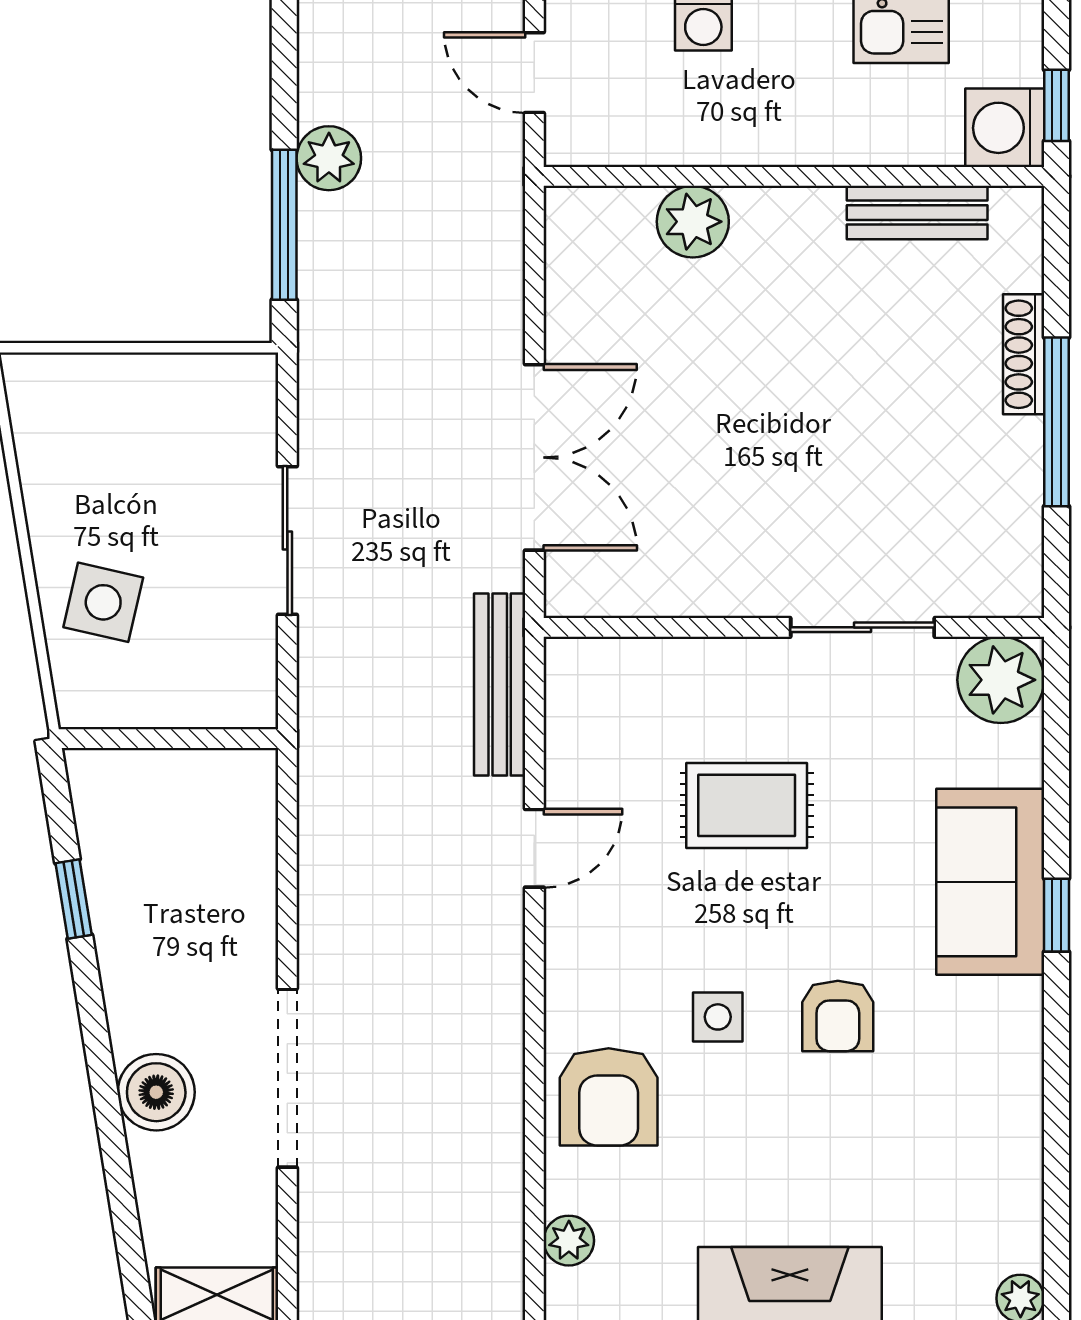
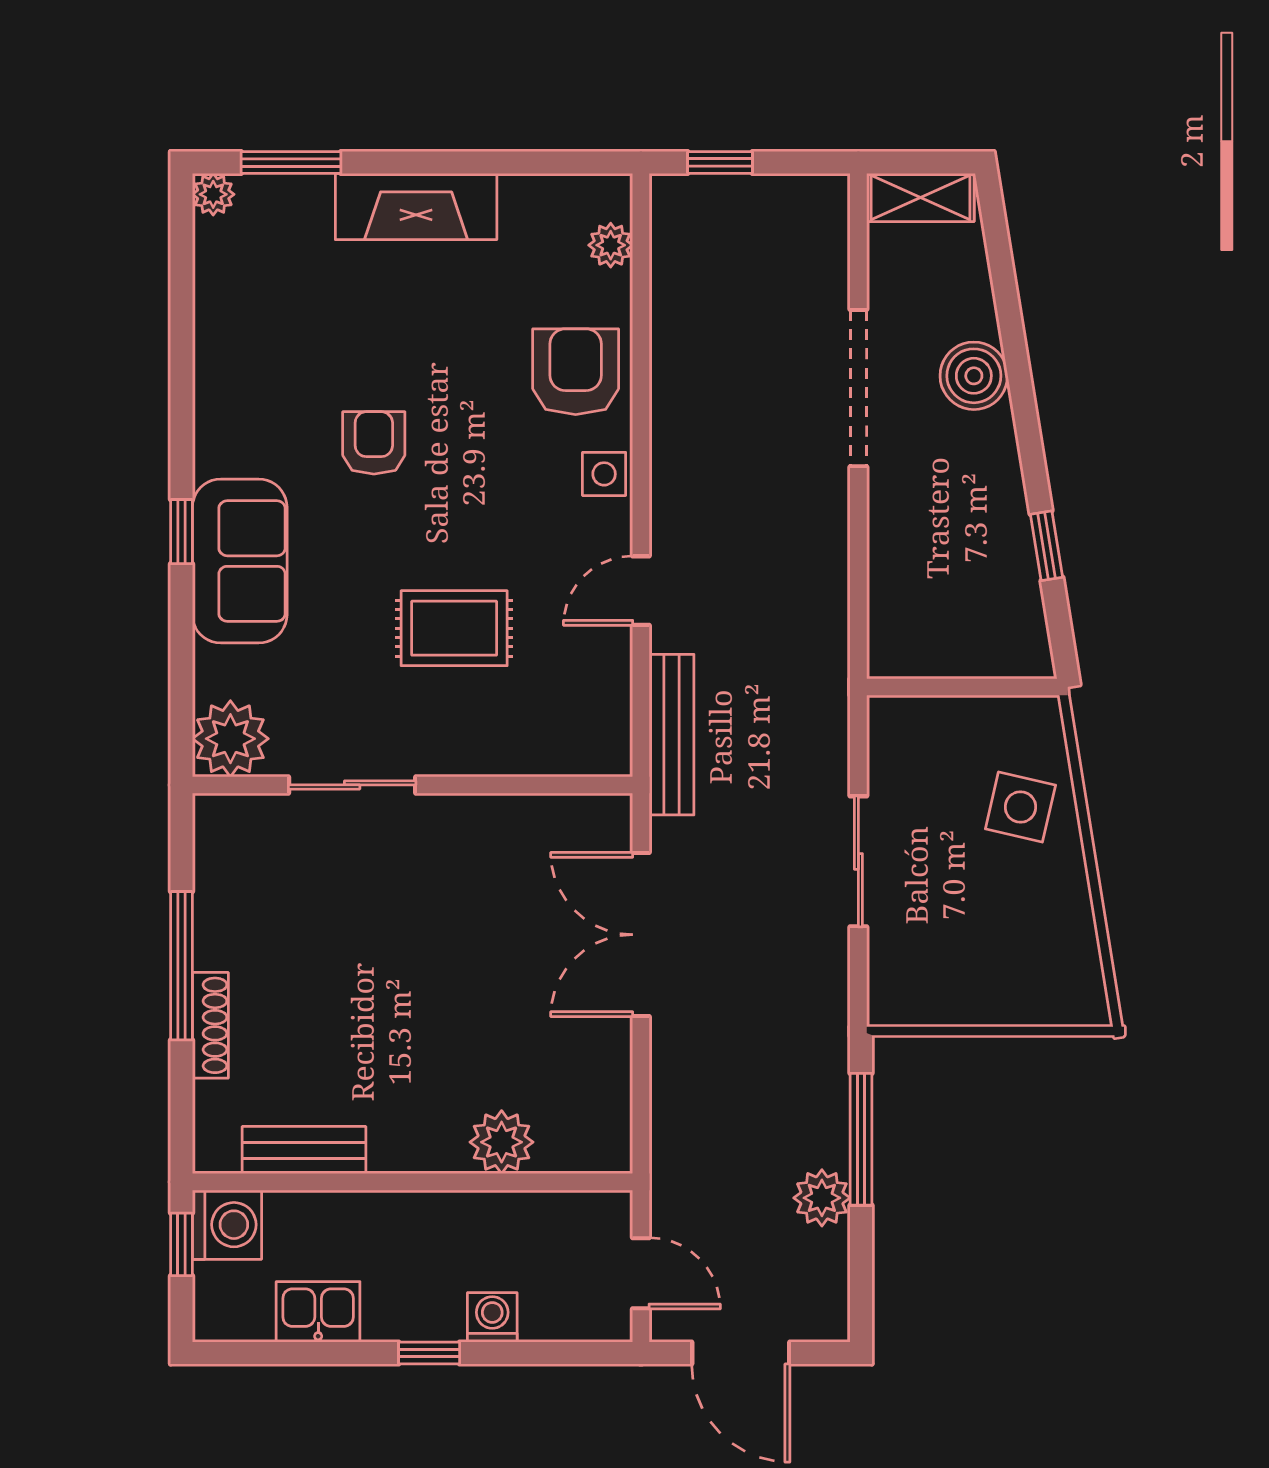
side table: (718, 1017) -> (604, 474), moved

